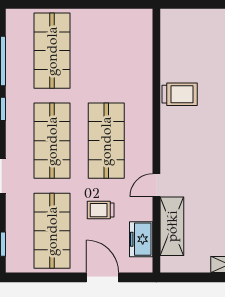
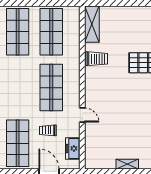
shop shelf: (52, 141) -> (51, 32), moved
door: (156, 185) -> (82, 115), swing flipped
shelving: (172, 226) -> (92, 24), moved

